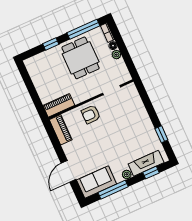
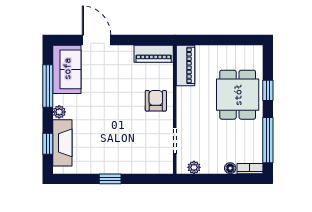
plant: (116, 55) -> (194, 167), moved
dining table: (81, 58) -> (238, 95), moved, turned 90
window: (161, 134) -> (110, 179), moved

